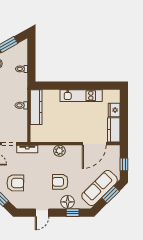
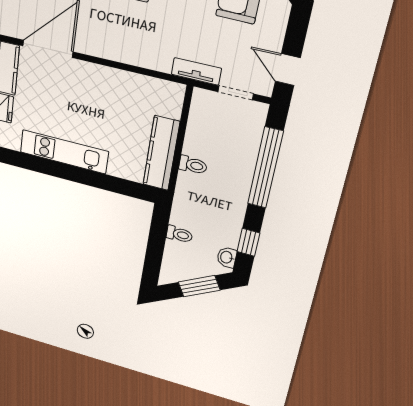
plant: (59, 151) -> (125, 51), removed

